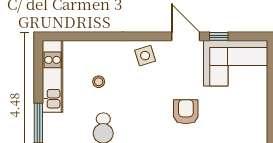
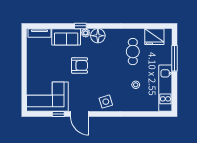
armchair: (186, 112) -> (80, 65), turned -90

